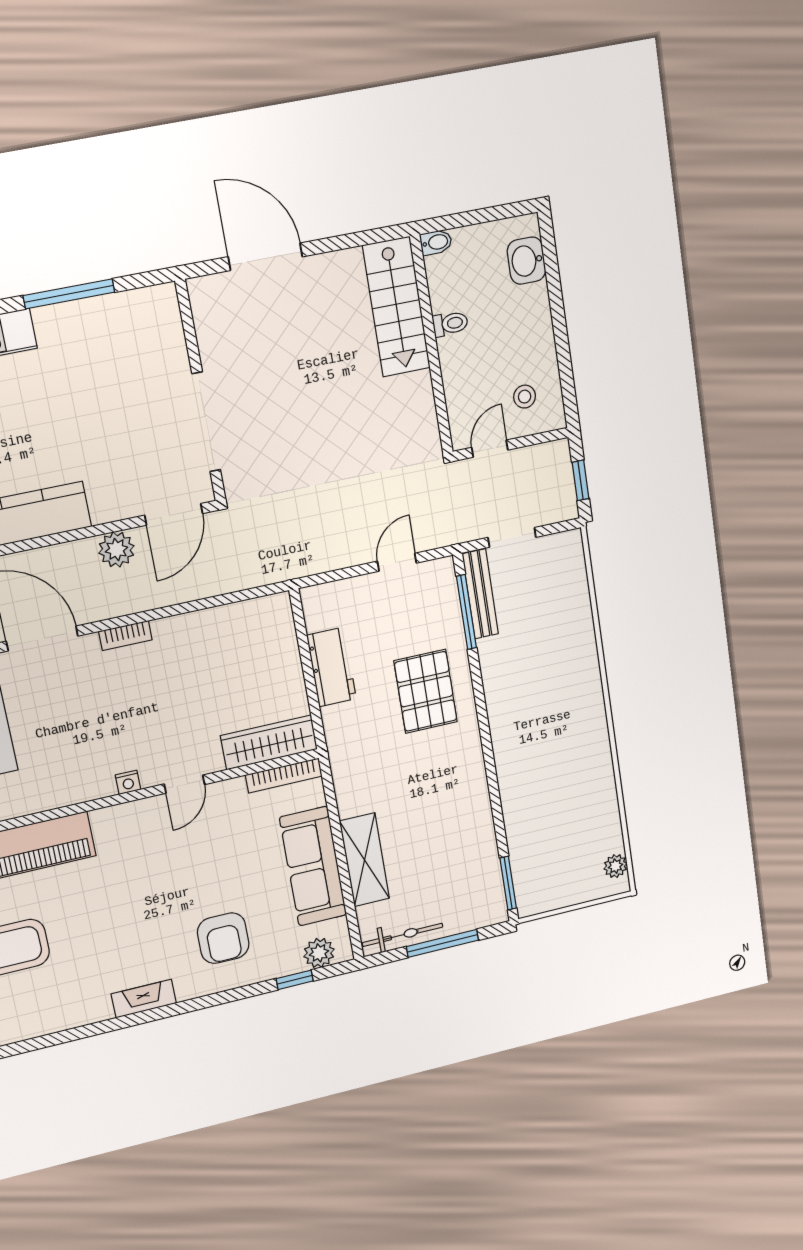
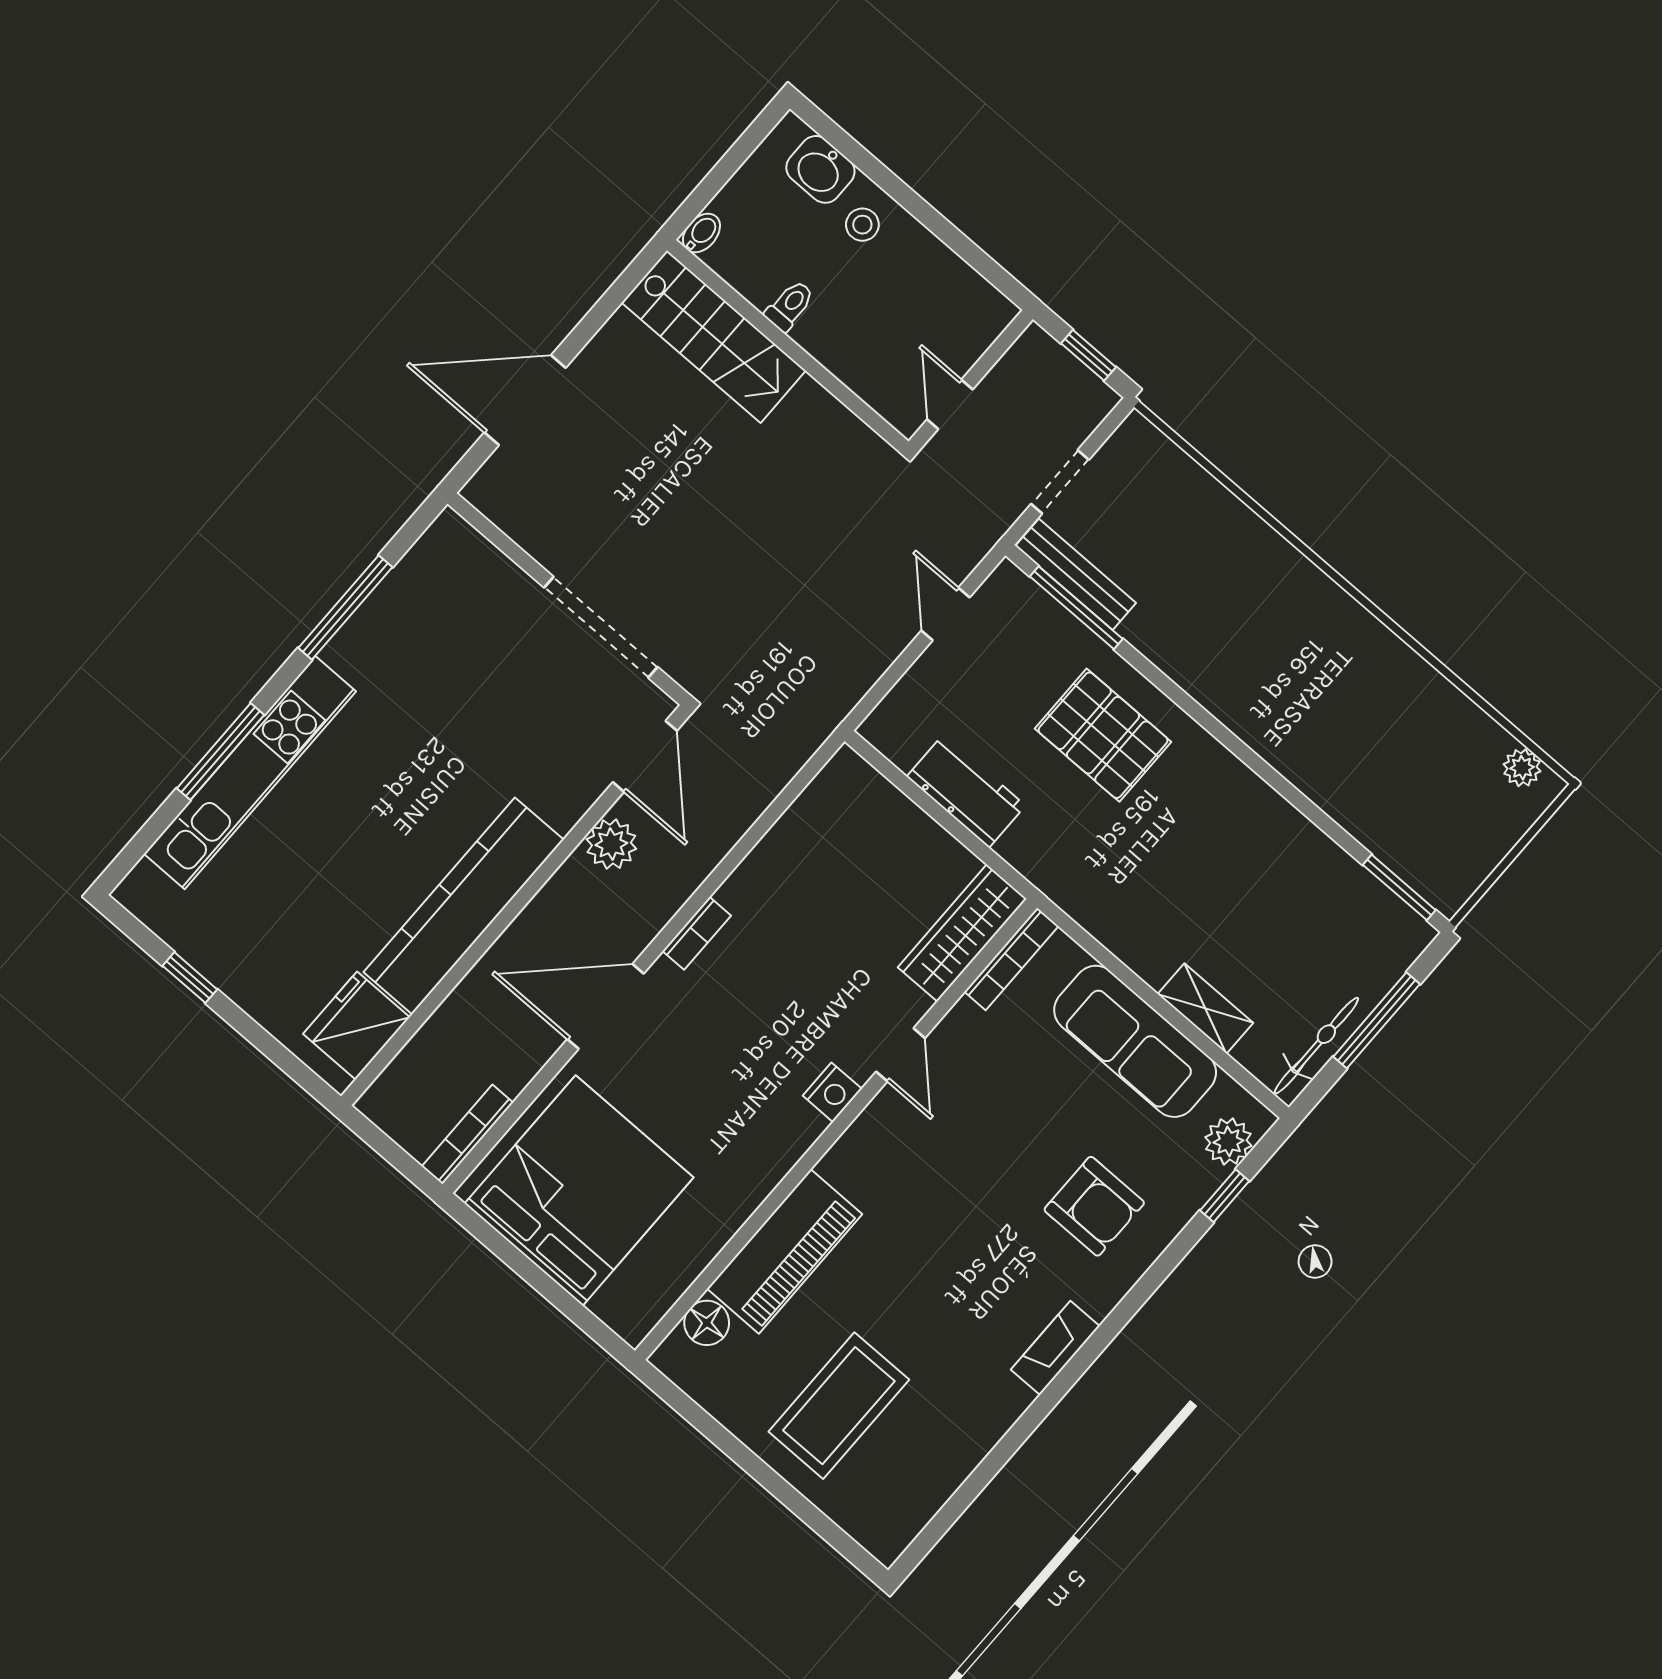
stool: (525, 397) -> (862, 225), moved
nightstand: (128, 782) -> (832, 1092), width x1.39, depth x1.35
shelving: (364, 860) -> (1205, 1008), width x0.67, depth x0.75

